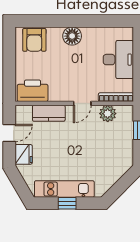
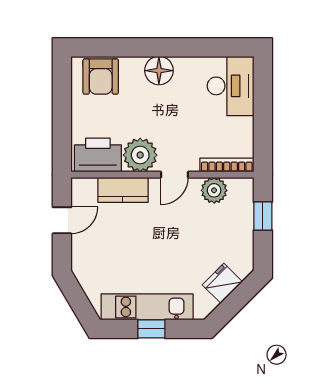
desk: (118, 60) -> (231, 86), moved
plant: (60, 91) -> (140, 155), added
fridge: (24, 154) -> (222, 283), moved, turned -135

